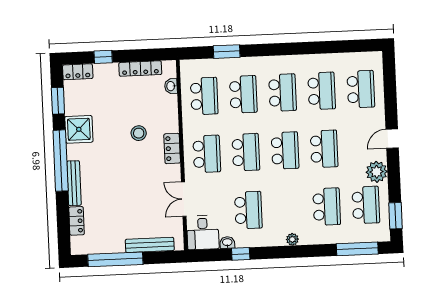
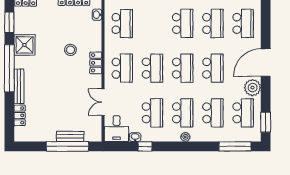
school desk: (243, 94) -> (183, 113), moved
door: (392, 139) -> (266, 63), width x1.87
bench: (150, 245) -> (70, 136), width x0.73
window: (115, 259) -> (67, 146), moved

